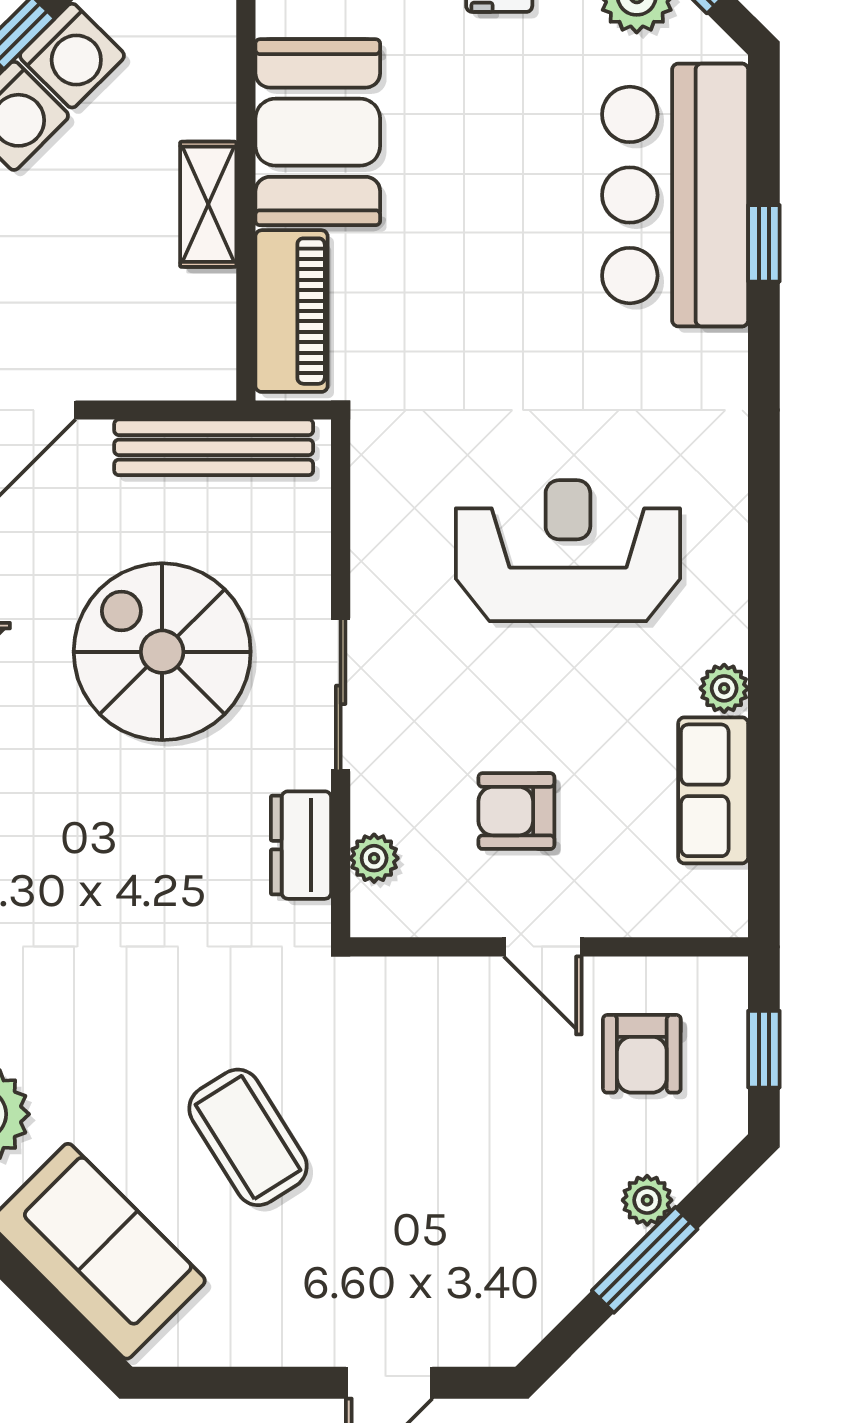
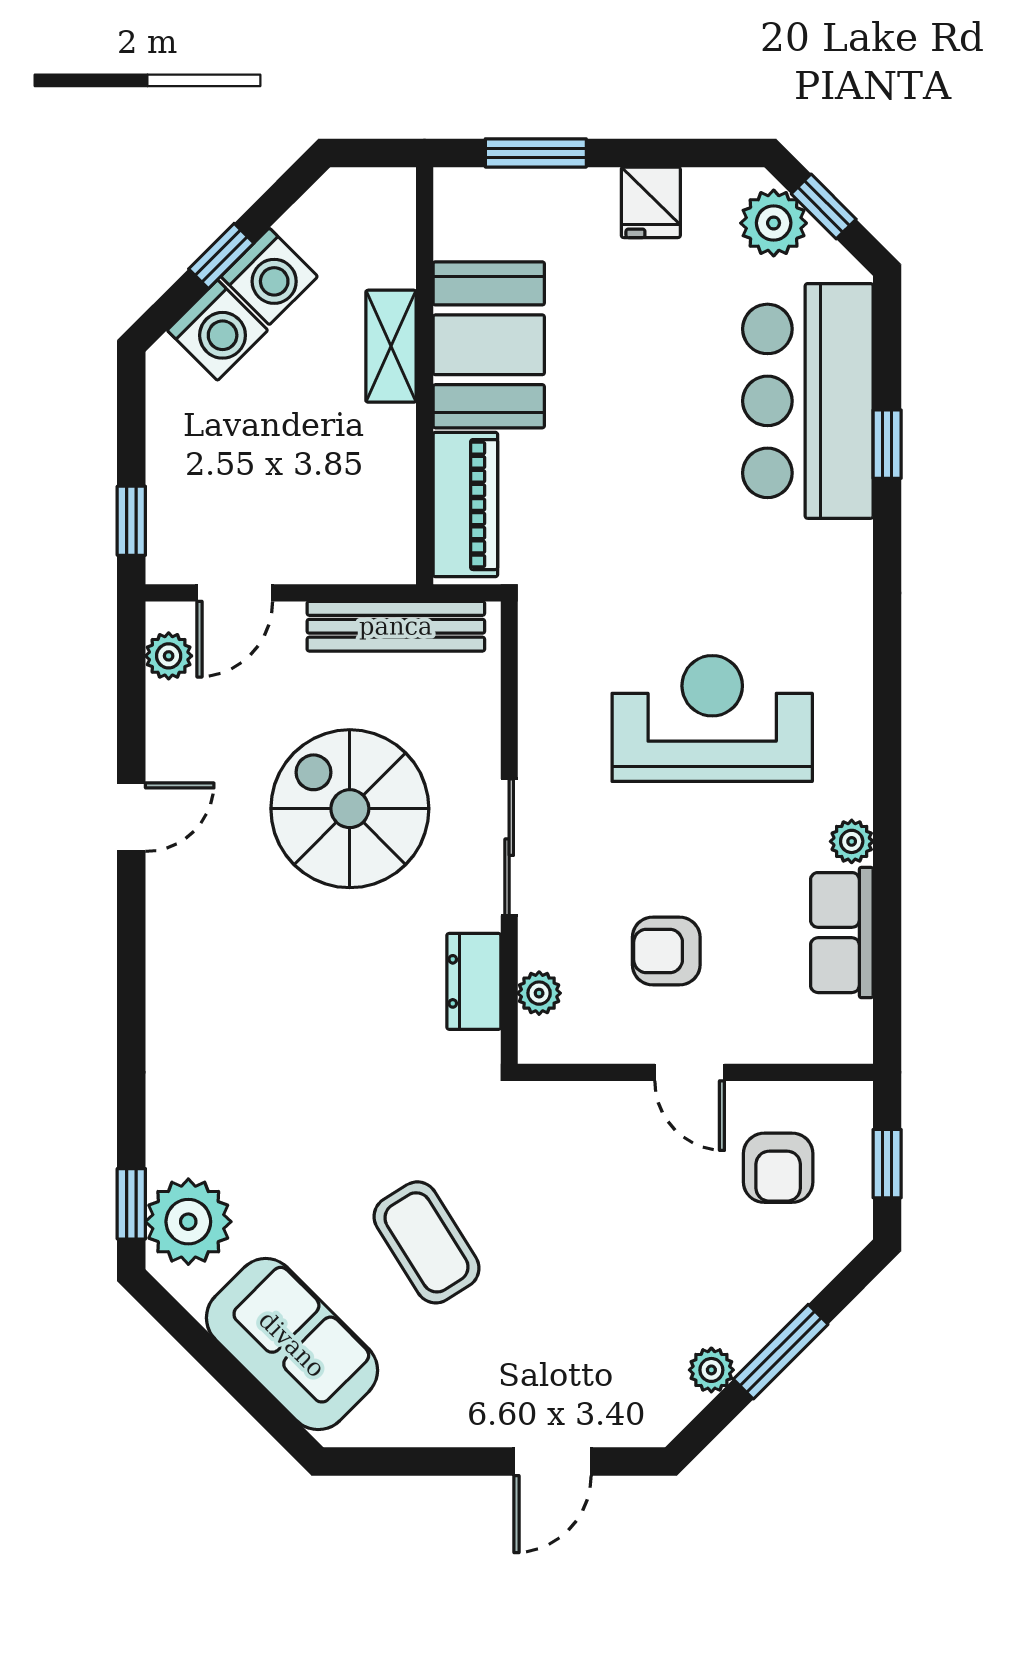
shelving: (208, 204) -> (391, 346), moved
plant: (647, 1200) -> (711, 1370), moved

